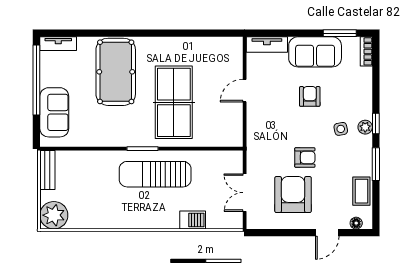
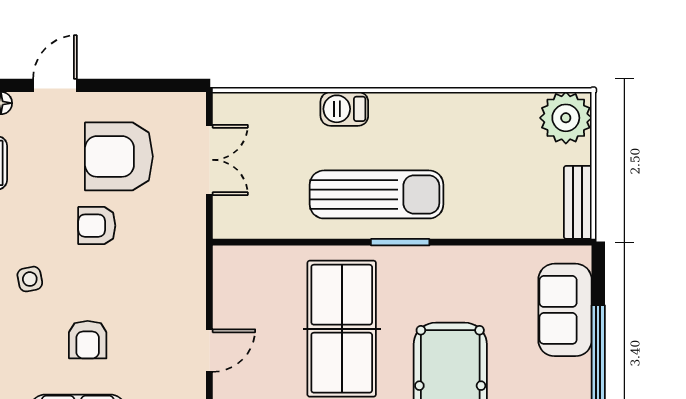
armchair: (293, 195) -> (119, 156), turned 90
barbecue: (193, 220) -> (344, 109), moved

